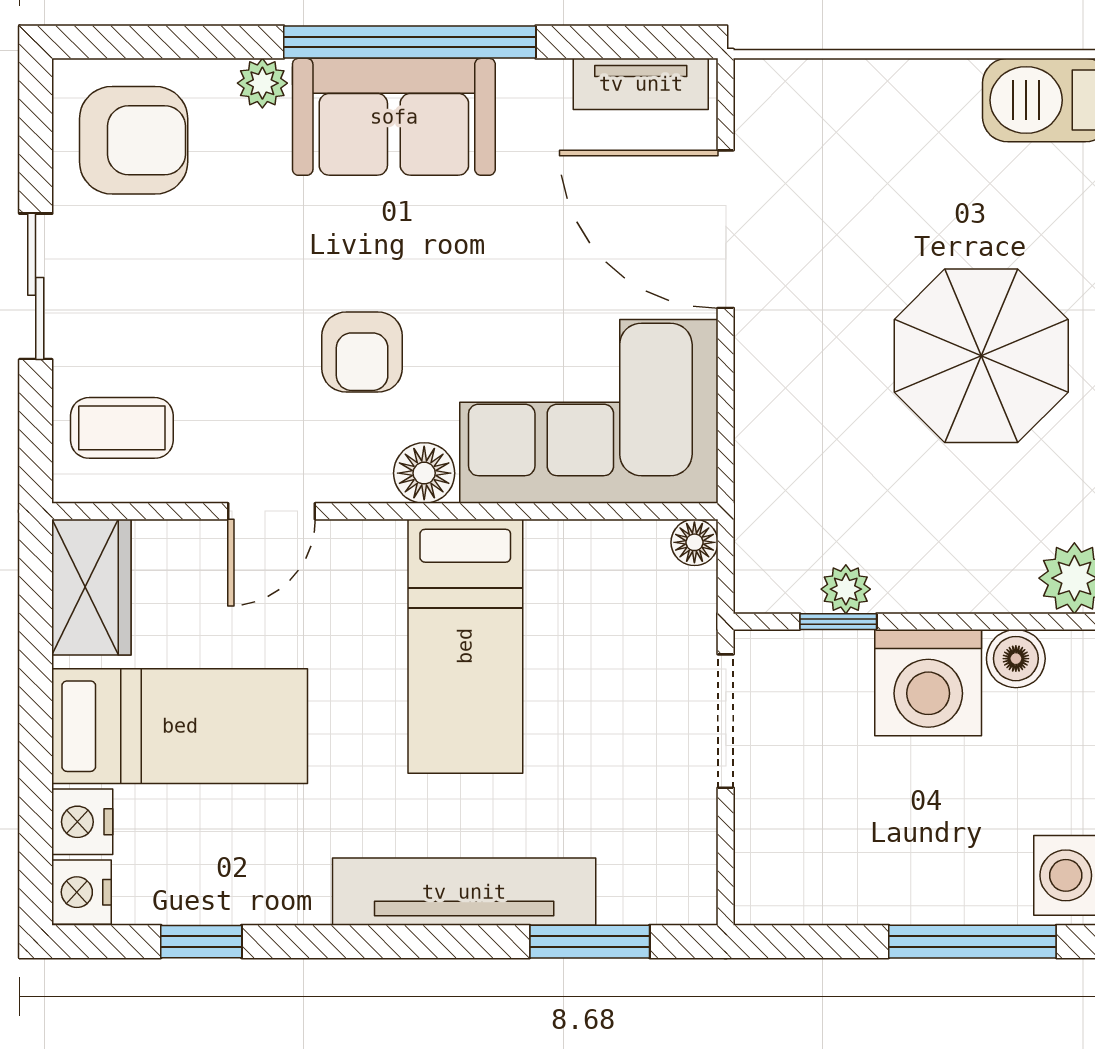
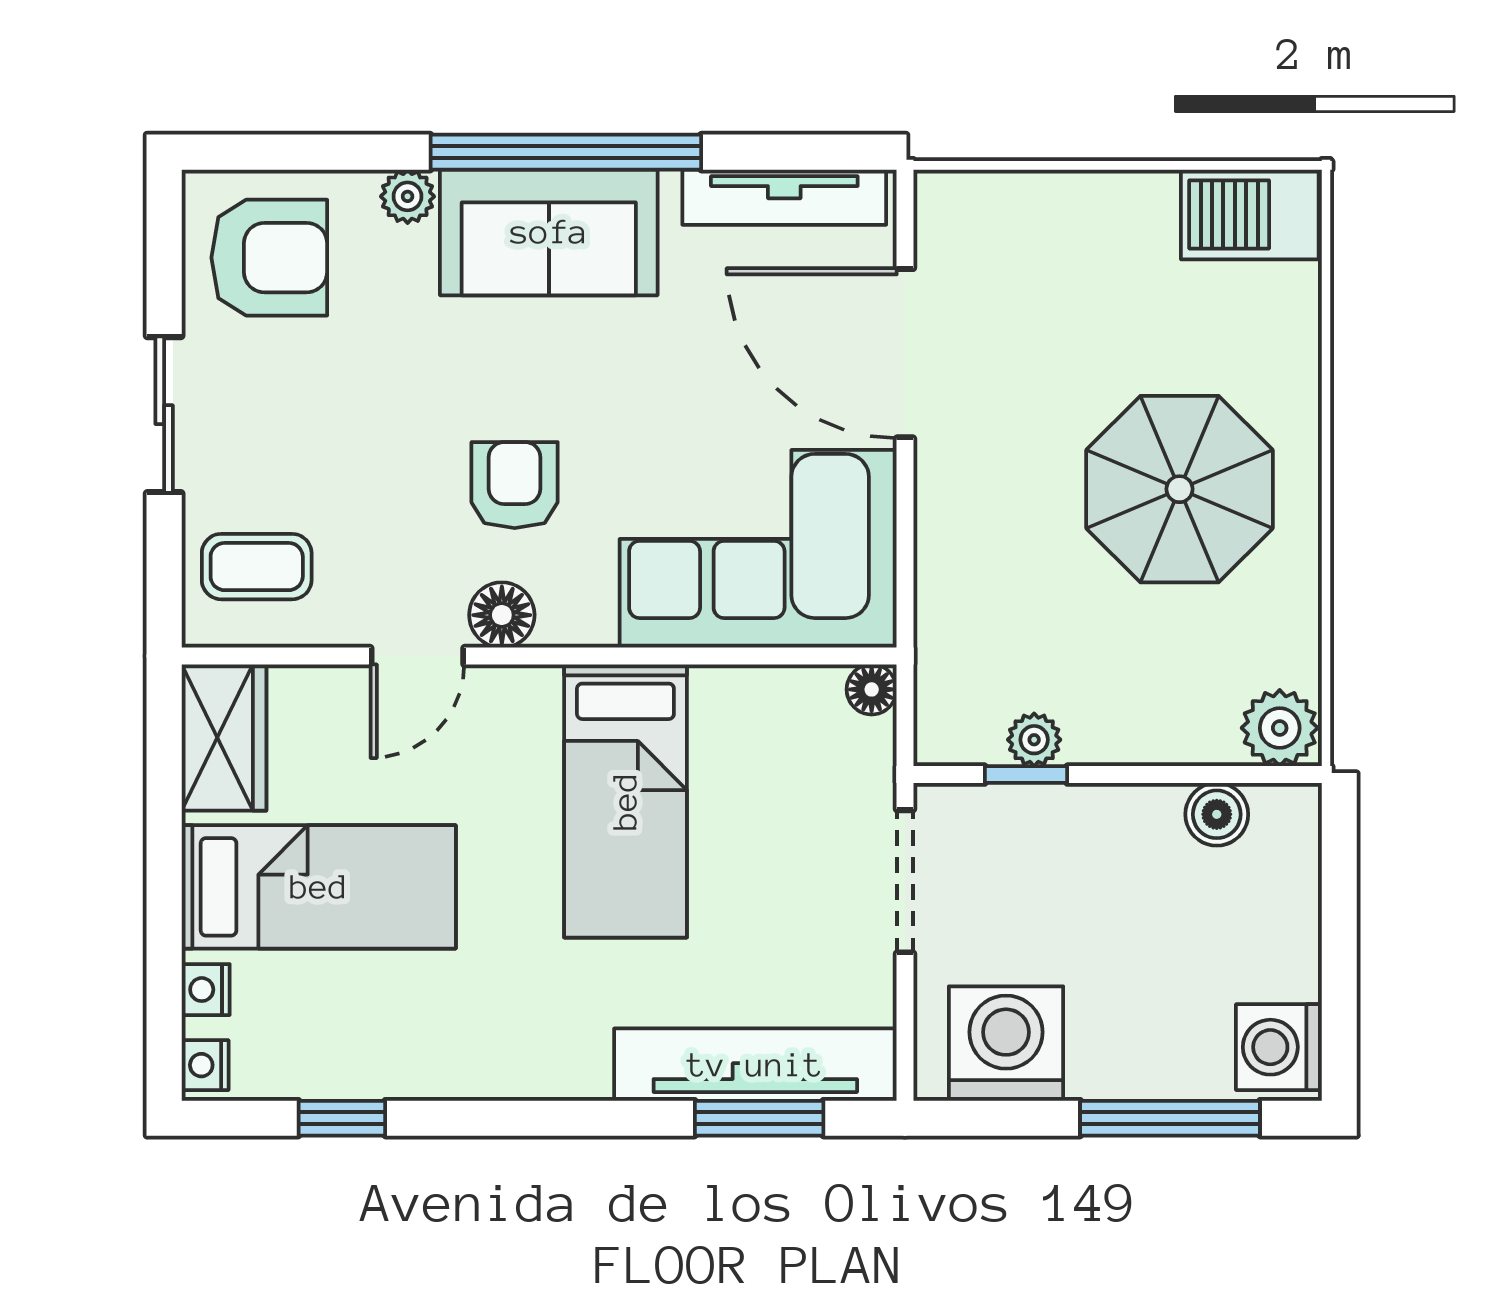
tv unit: (641, 84) -> (784, 197), width x1.41
armchair: (362, 352) -> (515, 485), turned 180
floor lamp: (424, 473) -> (502, 615), moved
washing machine: (928, 683) -> (1006, 1044), moved, turned 180
nightstand: (82, 822) -> (206, 990), width x0.72, depth x0.74
nightstand: (82, 892) -> (205, 1065), width x0.72, depth x0.74
tv unit: (464, 892) -> (755, 1065), moved

